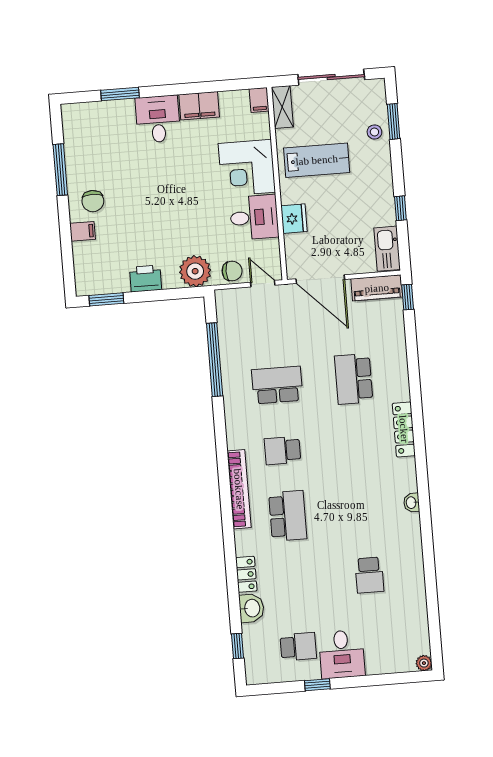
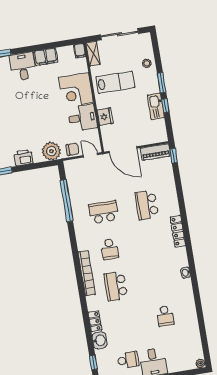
window: (393, 121) -> (162, 83), moved
kitchen sink: (387, 249) -> (156, 106), moved
school desk: (282, 450) -> (110, 249), turned -90
school desk: (288, 516) -> (116, 286), turned 180

